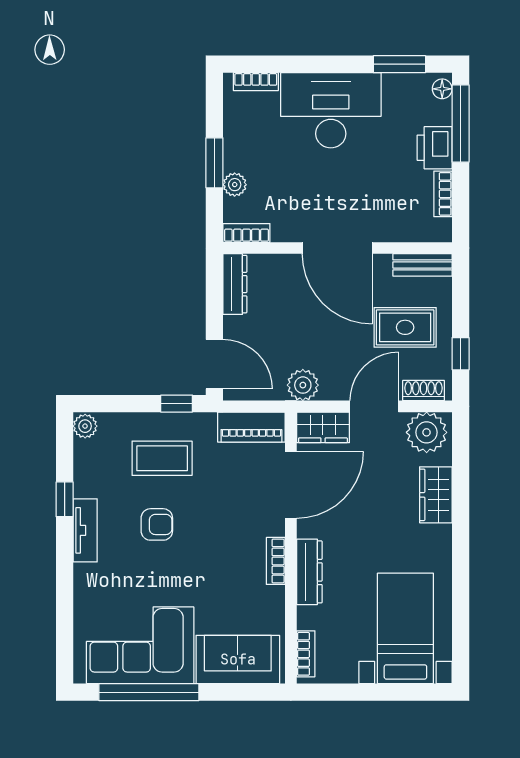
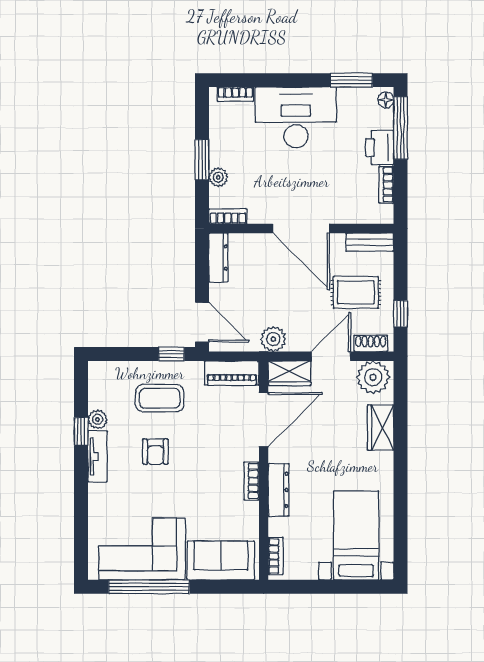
plant: (85, 426) -> (98, 419), moved
armchair: (157, 524) -> (155, 452), turned 90

